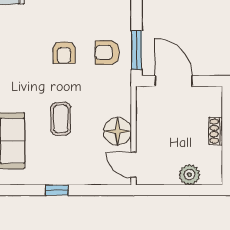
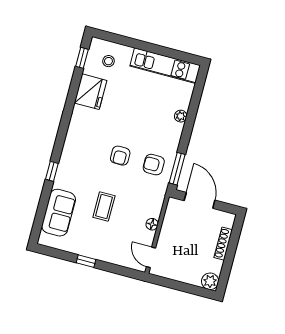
floor lamp: (118, 131) -> (152, 224), width x0.53, depth x0.53
shoe rack: (216, 131) -> (223, 244), width x1.43
plant: (189, 175) -> (210, 281), moved

